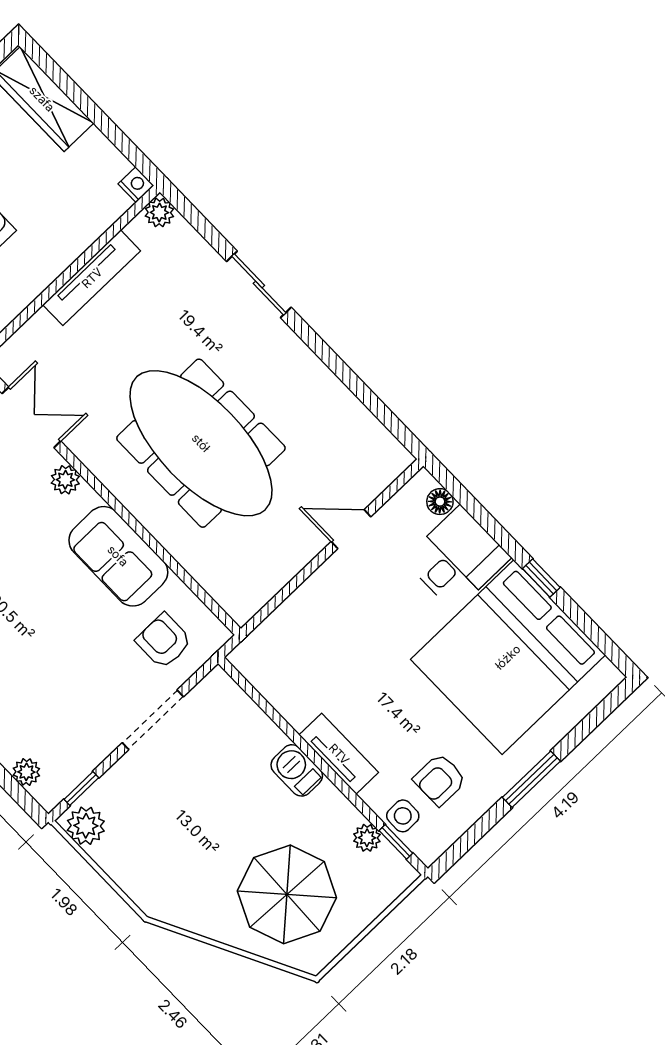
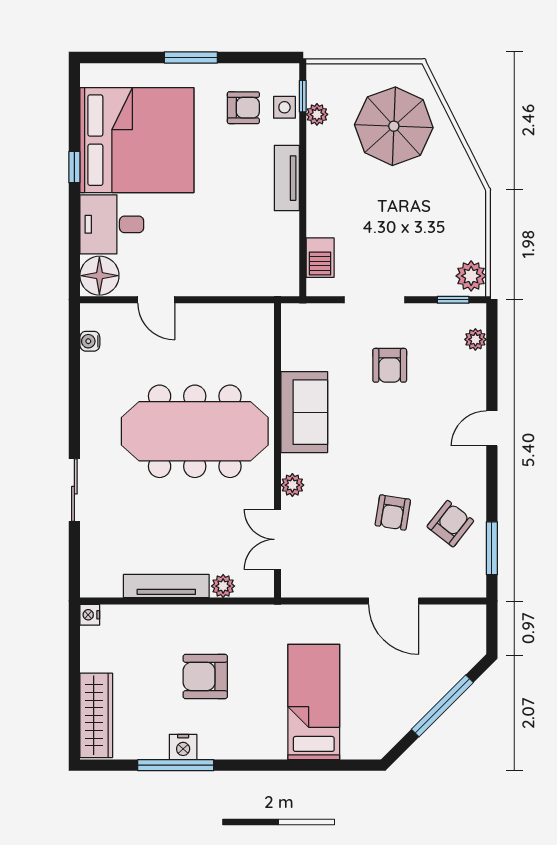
plant: (159, 212) -> (223, 586), moved
water cooler: (375, 433) -> (90, 341), added
meeting table: (201, 443) -> (195, 431), turned 90
floor lamp: (440, 502) -> (99, 276), width x1.89, depth x1.89
armchair: (164, 641) -> (390, 365), moved
barbecue: (297, 770) -> (320, 258), moved

